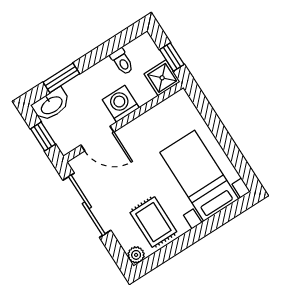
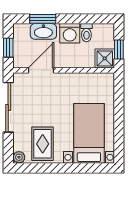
washing machine: (121, 104) -> (70, 33), moved, turned 180
washbasin: (51, 105) -> (43, 31), moved
door: (97, 139) -> (41, 70), swing flipped

